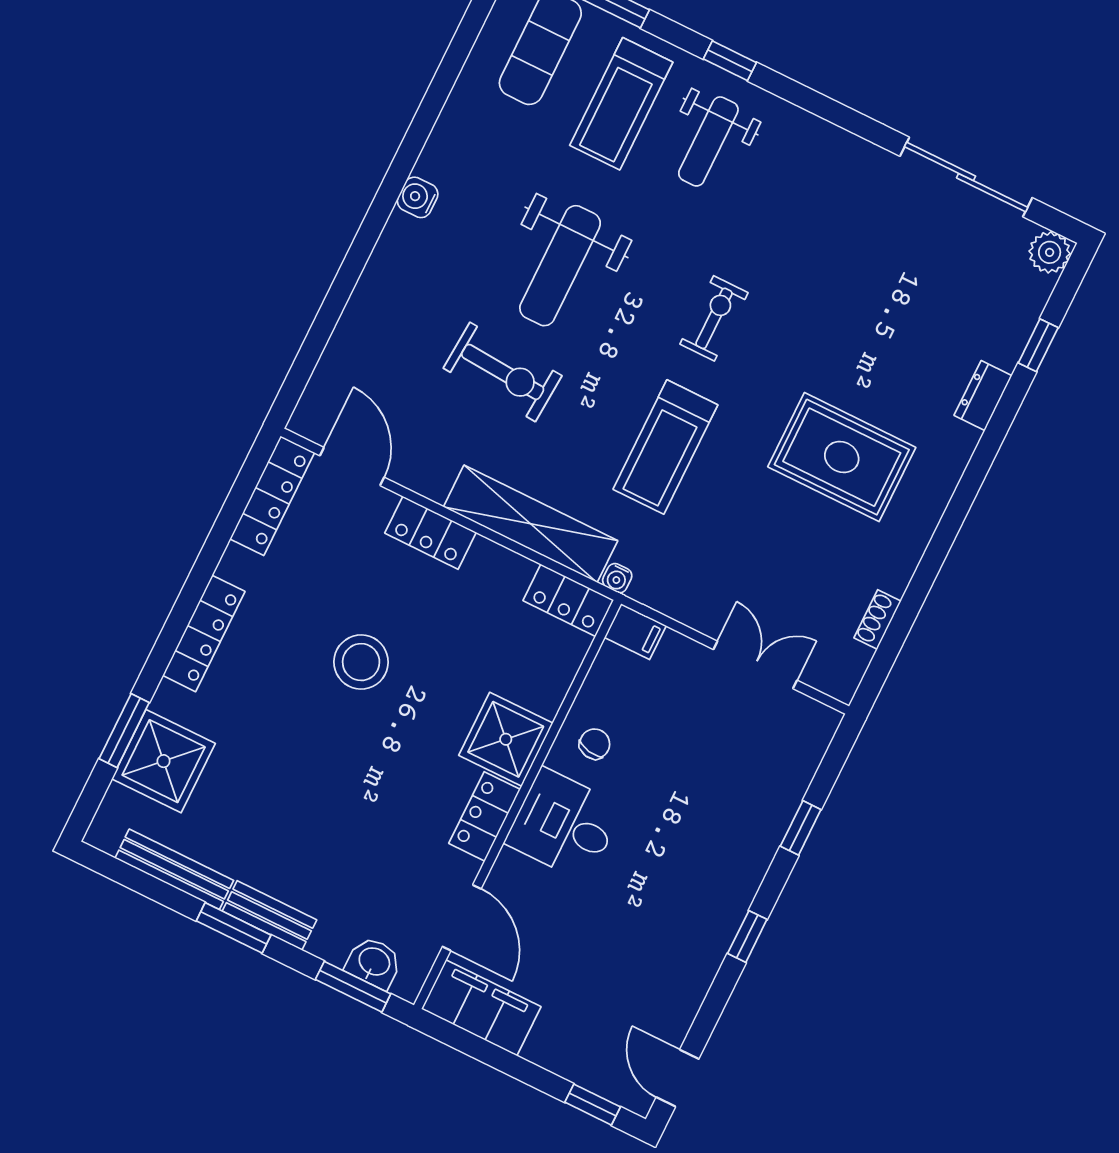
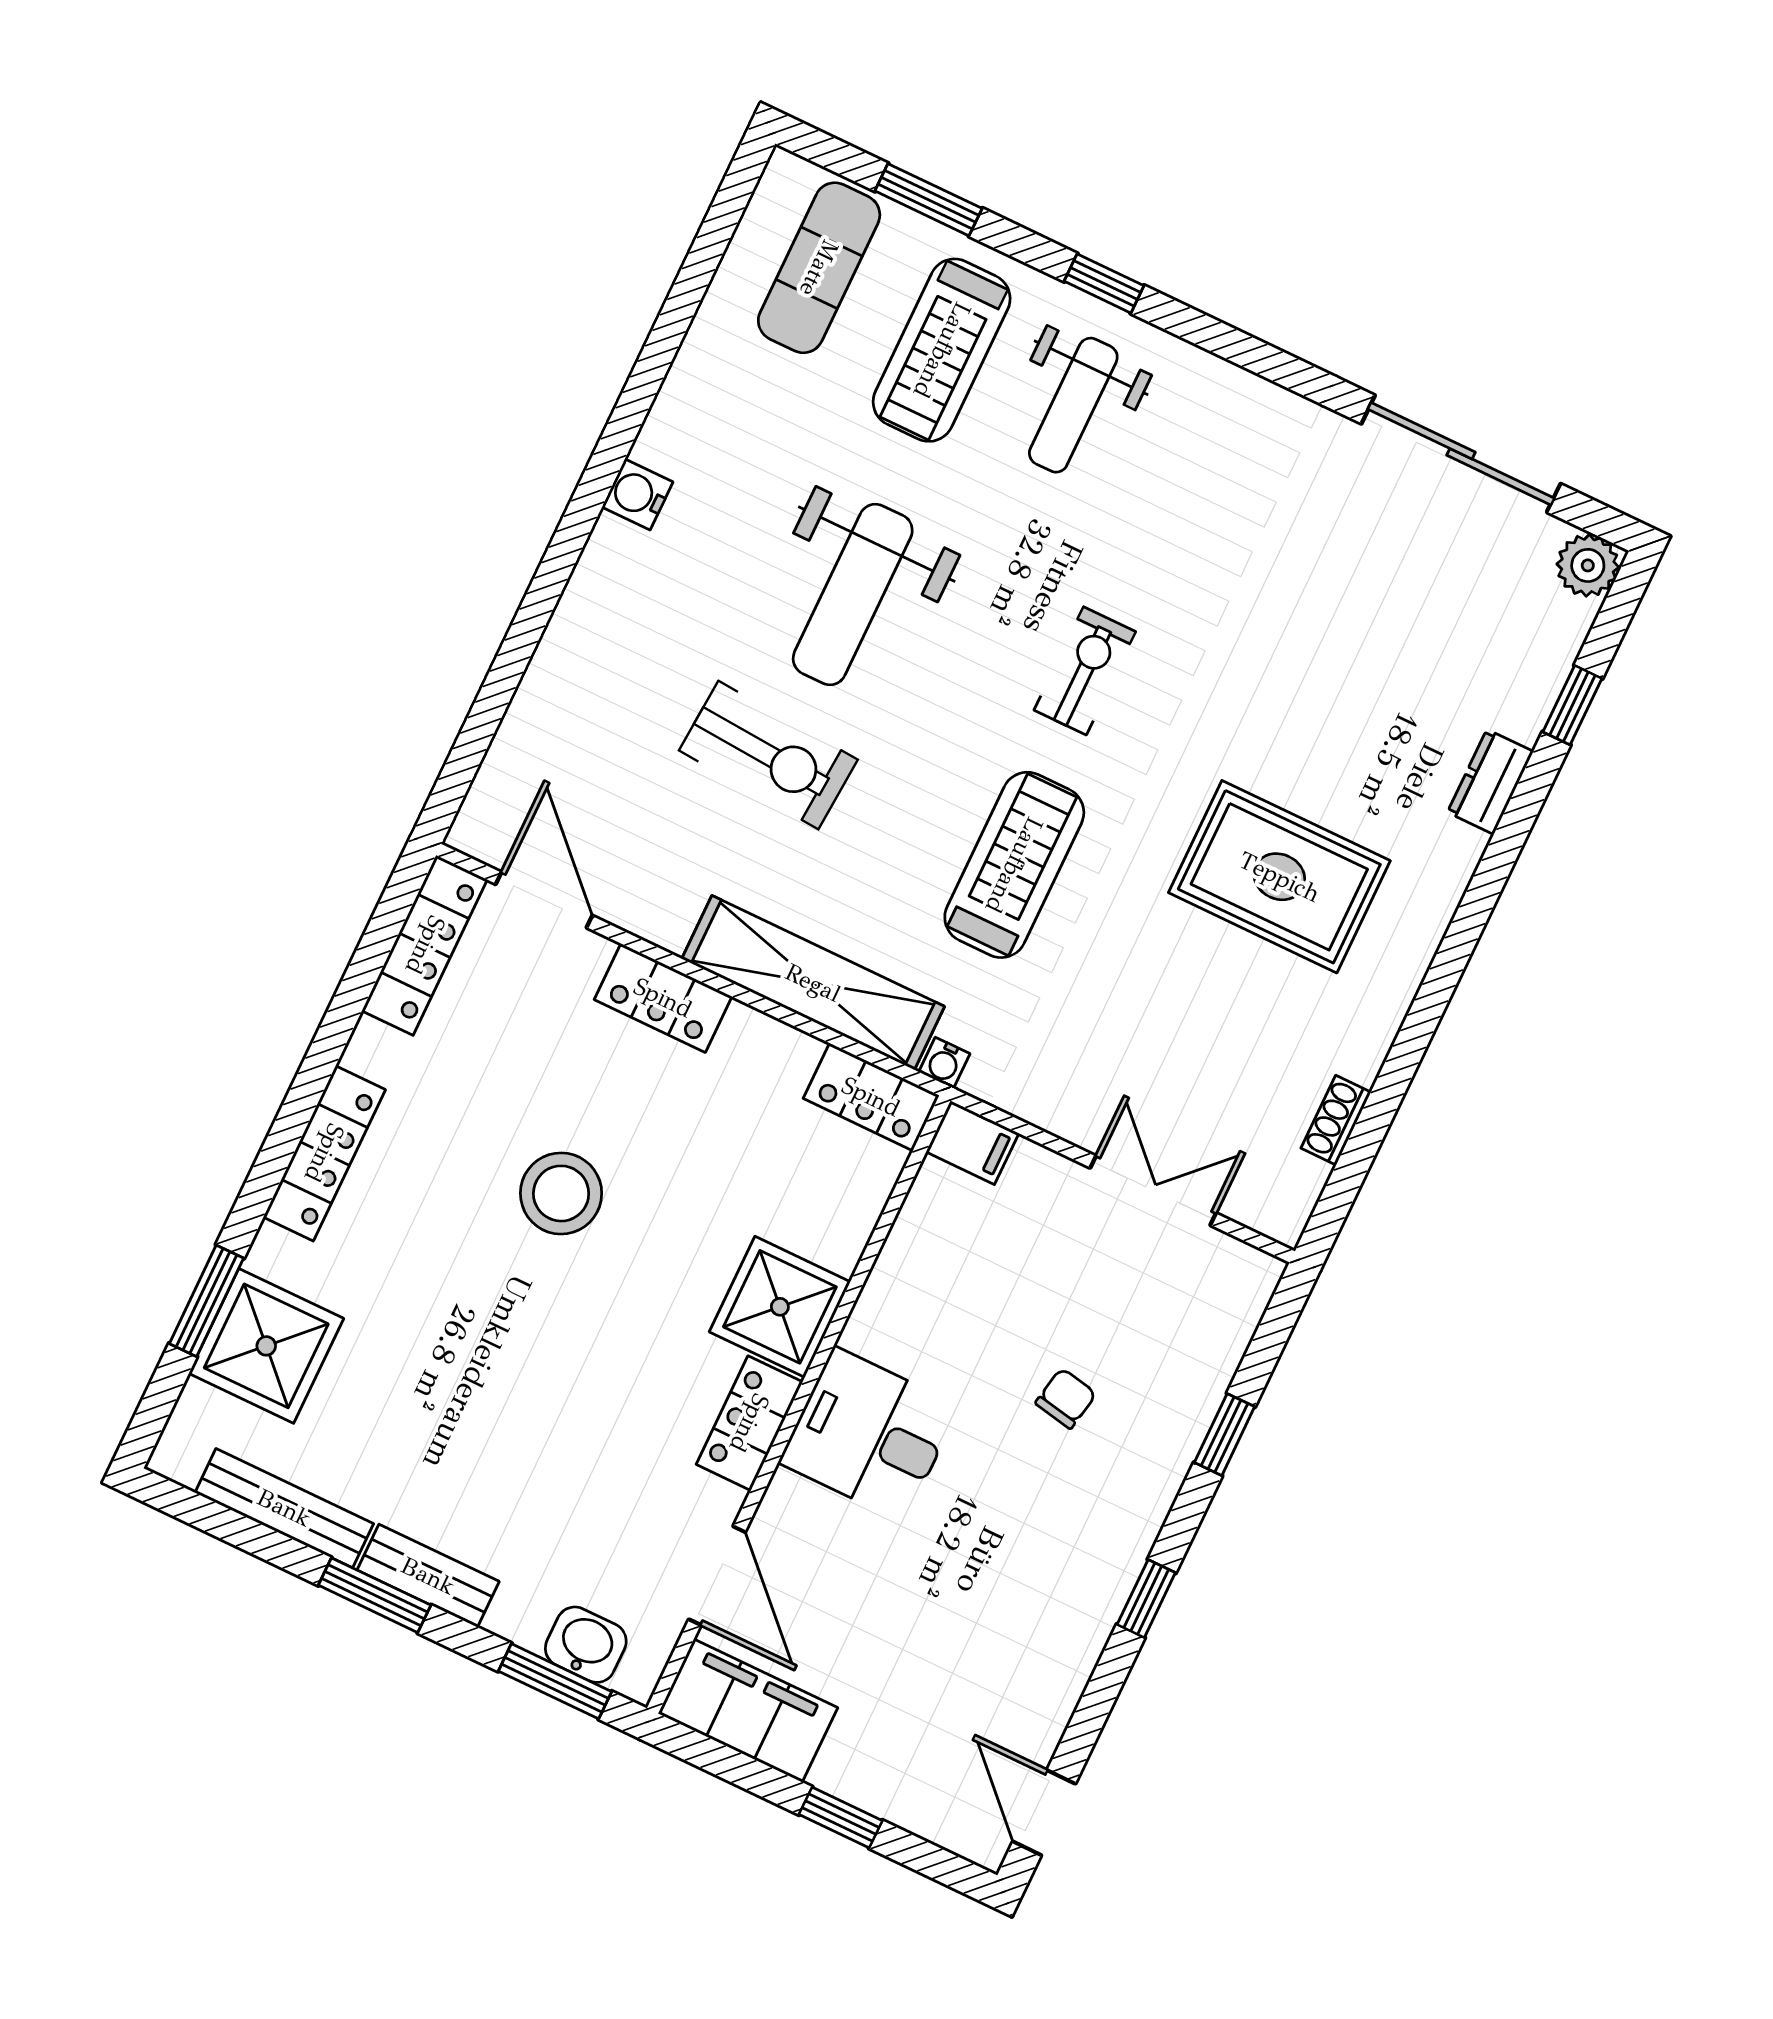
treadmill: (665, 447) -> (1014, 865), turned 180
chair: (595, 744) -> (1066, 1398), moved
window: (593, 1105) -> (841, 1817), moved

